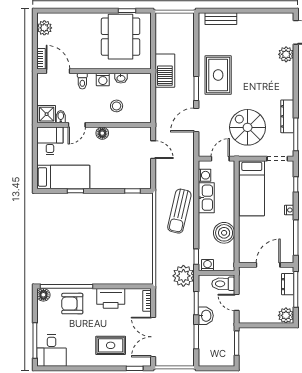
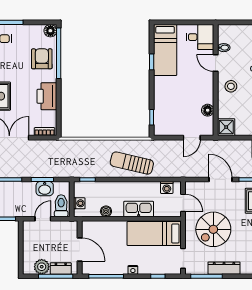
stool: (117, 106) -> (231, 86), moved
shower: (47, 114) -> (226, 127), moved
spiral stairs: (248, 127) -> (213, 229), turned 180
floor lamp: (102, 133) -> (208, 110), moved
kitchen sink: (206, 198) -> (139, 209), moved, turned 180
boiler: (224, 233) -> (106, 211), width x0.54, depth x0.54
washing machine: (208, 265) -> (79, 203), moved
plant: (183, 276) -> (69, 167), removed
plant: (286, 315) -> (42, 267), moved
washbasin: (206, 316) -> (45, 189), moved

